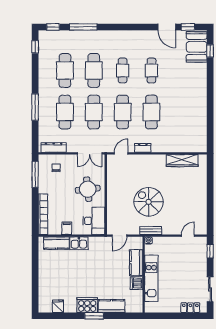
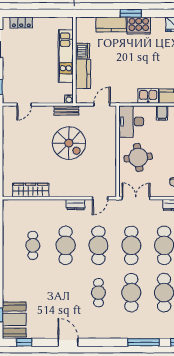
door: (167, 27) -> (68, 342), moved
cafe table: (151, 70) -> (33, 245), moved

